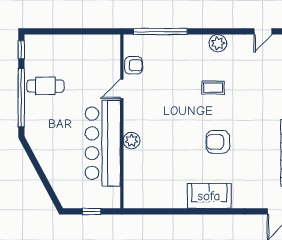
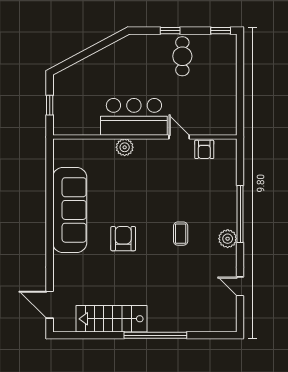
window: (160, 31) -> (240, 214), moved
window: (21, 98) -> (170, 31), width x0.32
bar counter: (103, 143) -> (134, 117), width x0.73
sofa: (209, 196) -> (70, 210), width x1.85, depth x1.27

